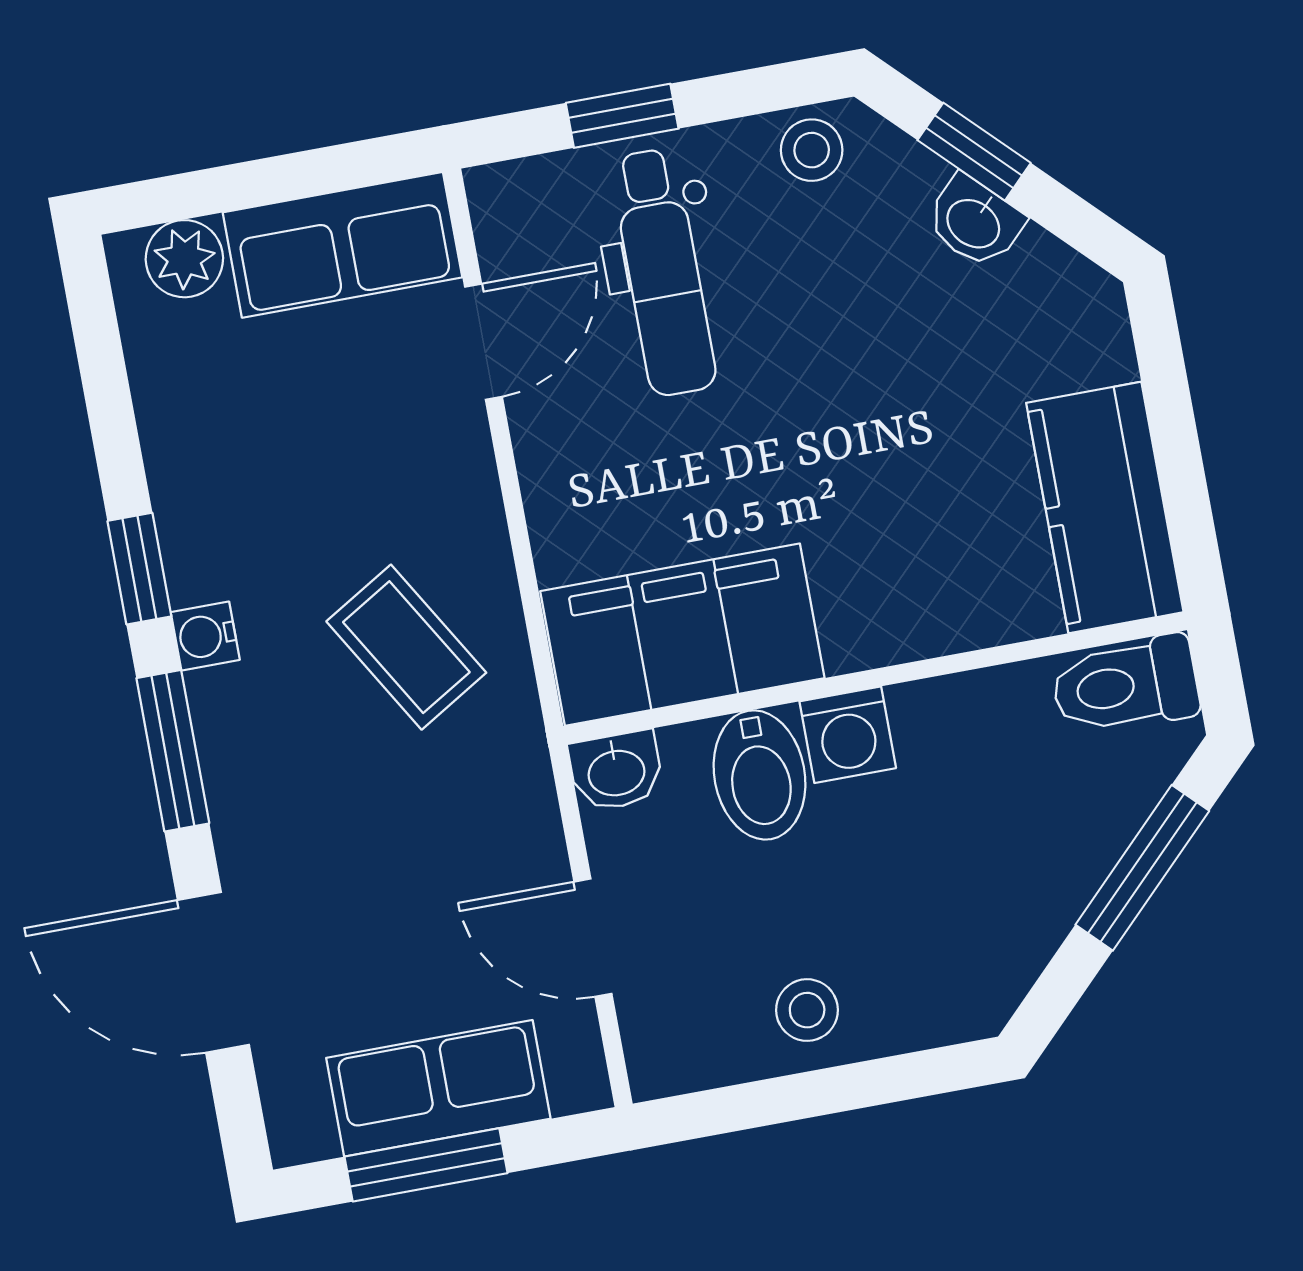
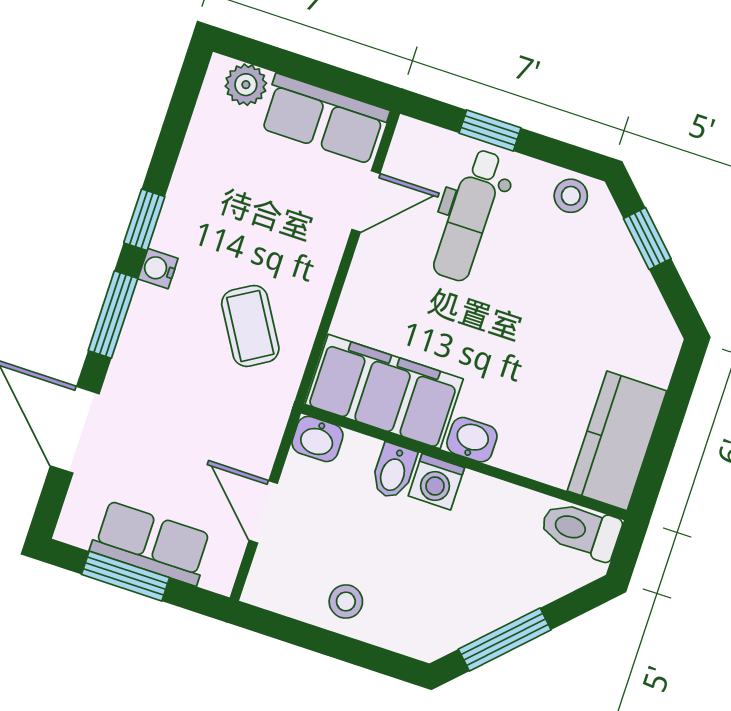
washbasin: (974, 222) -> (472, 440), moved, turned 135
bidet: (760, 775) -> (394, 471), width x0.72, depth x0.74
window: (1142, 868) -> (505, 639), moved

